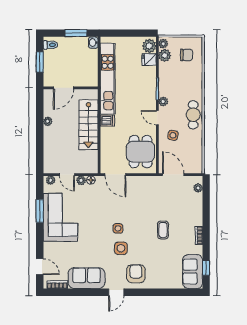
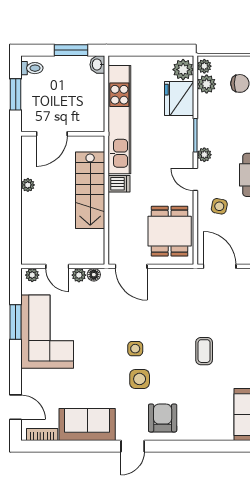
fridge: (149, 60) -> (179, 99), width x1.88, depth x1.34

